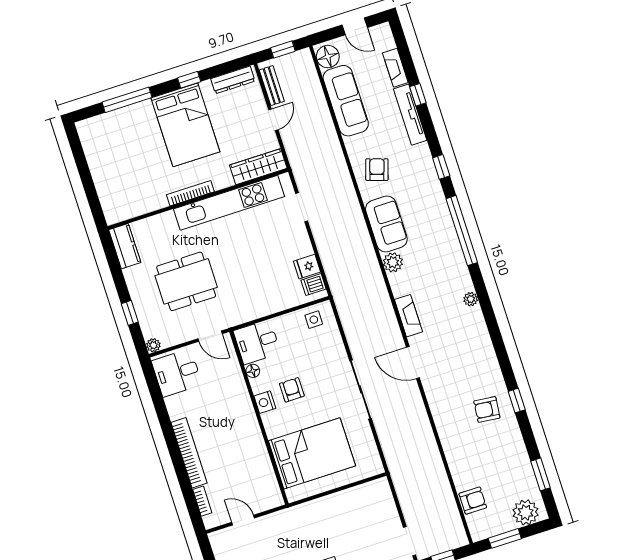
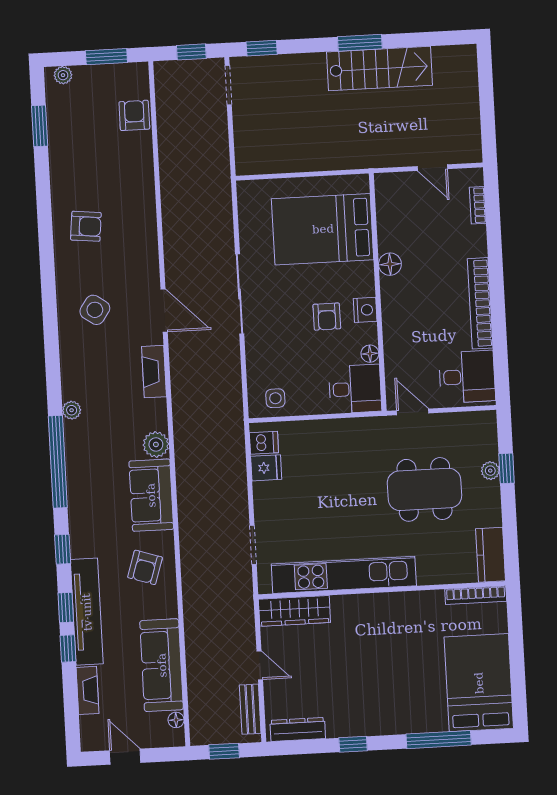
floor lamp: (328, 57) -> (176, 720), width x0.53, depth x0.53
tv unit: (410, 115) -> (87, 612), width x1.36, depth x1.29
door: (273, 120) -> (260, 665), swing flipped
bed: (185, 125) -> (479, 683), moved
bookcase: (190, 193) -> (476, 595), moved
plant: (471, 299) -> (72, 410), moved
plant: (153, 345) -> (490, 471), moved
side table: (464, 350) -> (95, 310), added
window: (517, 401) -> (66, 607), moved
floor lamp: (255, 441) -> (390, 264), added
bookcase: (189, 453) -> (480, 303), moved
armchair: (473, 501) -> (134, 115), turned 90
plant: (526, 512) -> (63, 75), width x0.53, depth x0.53

